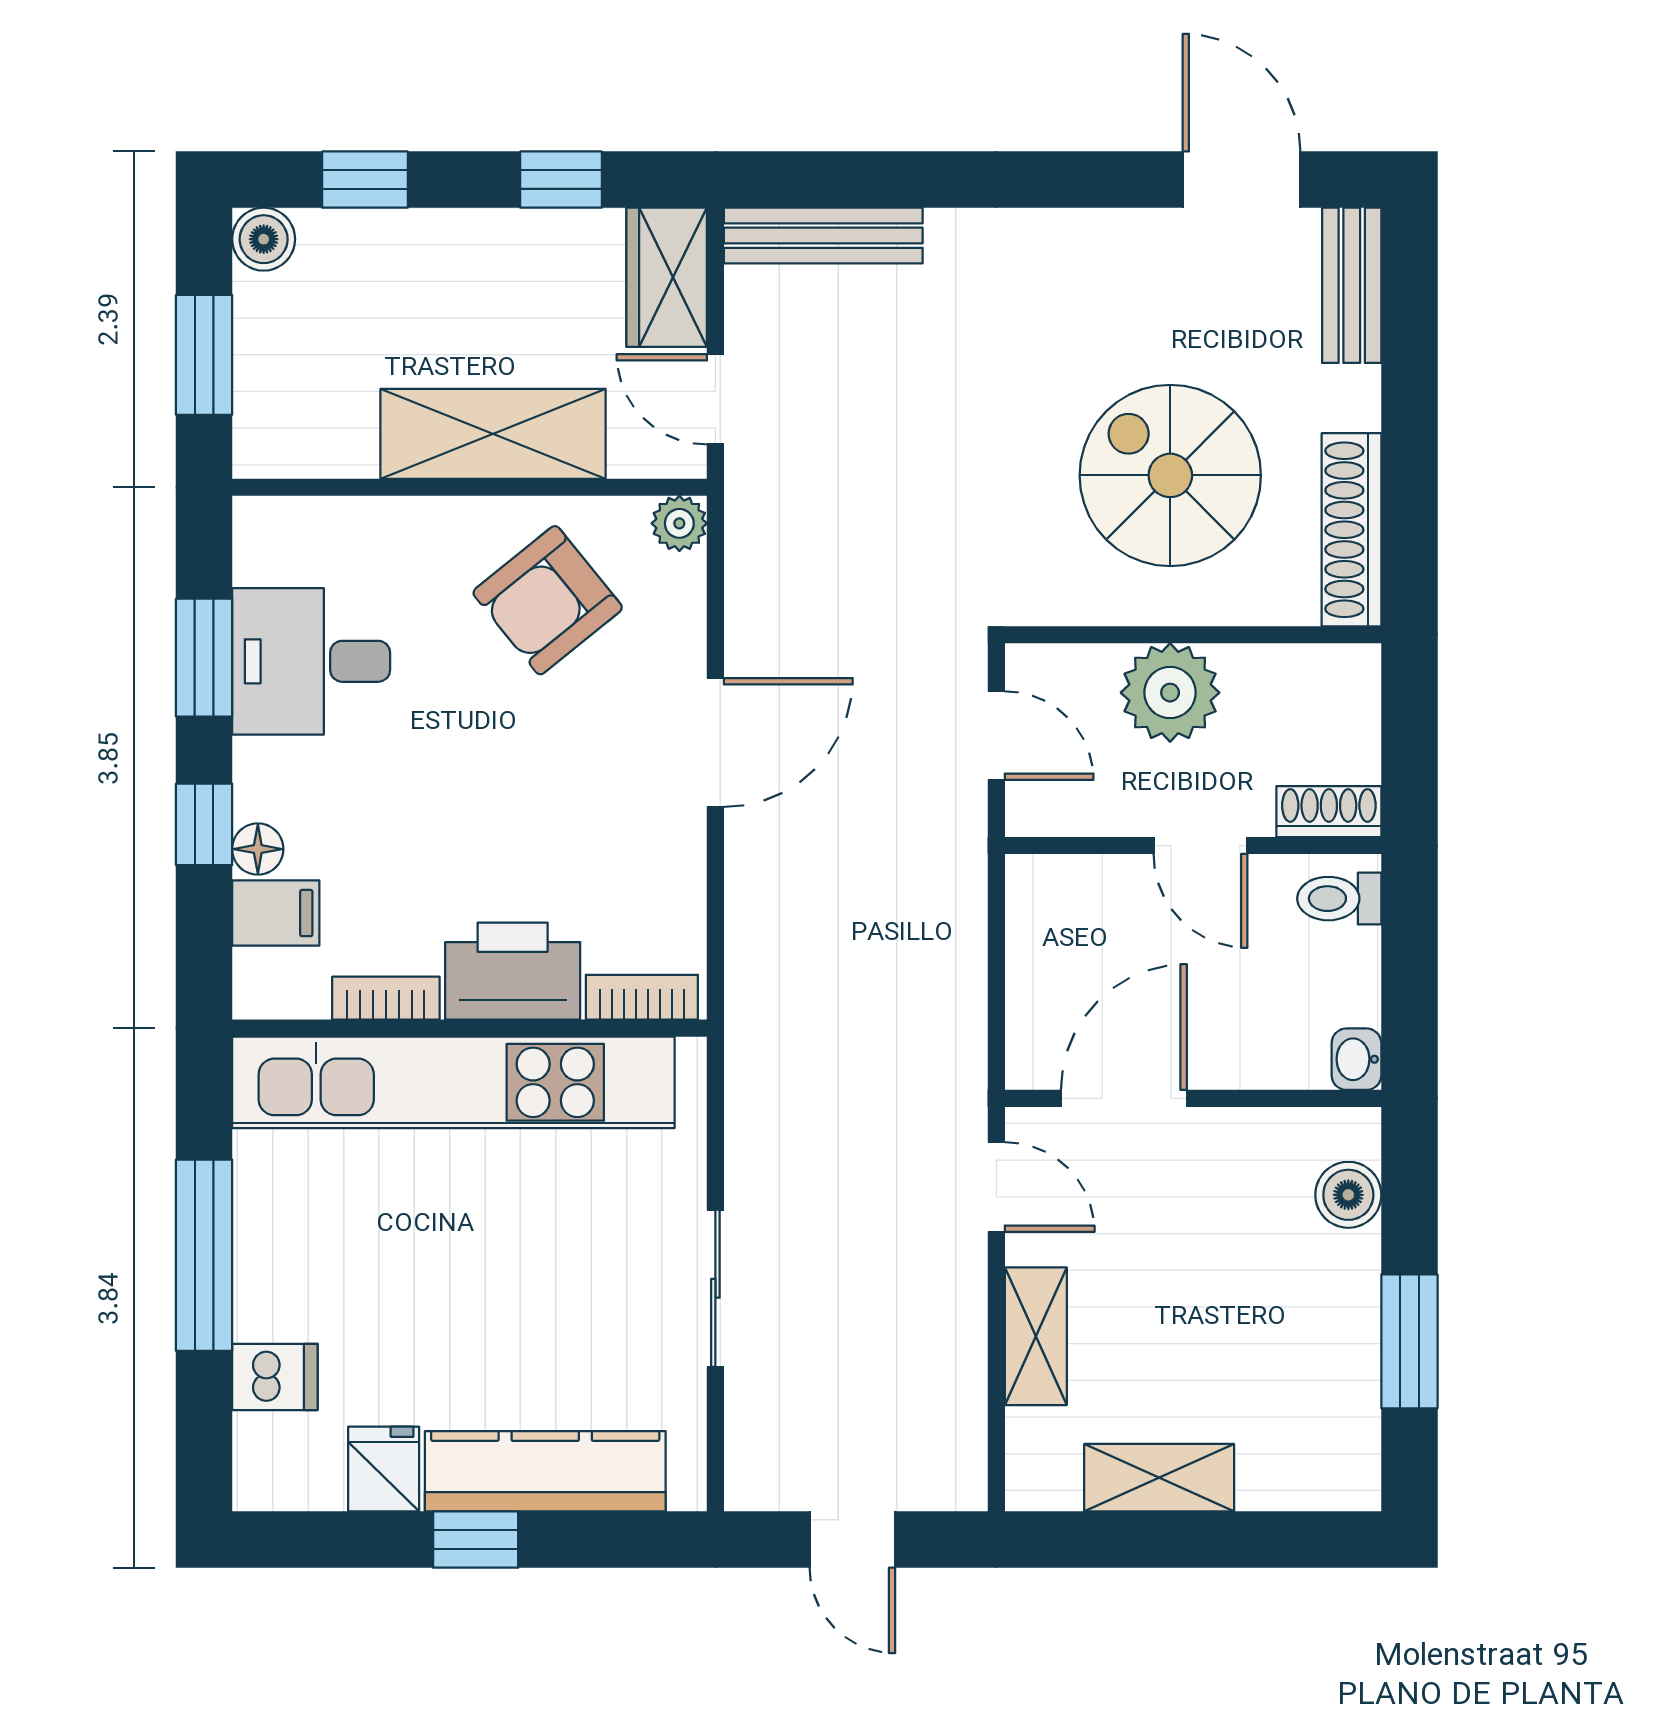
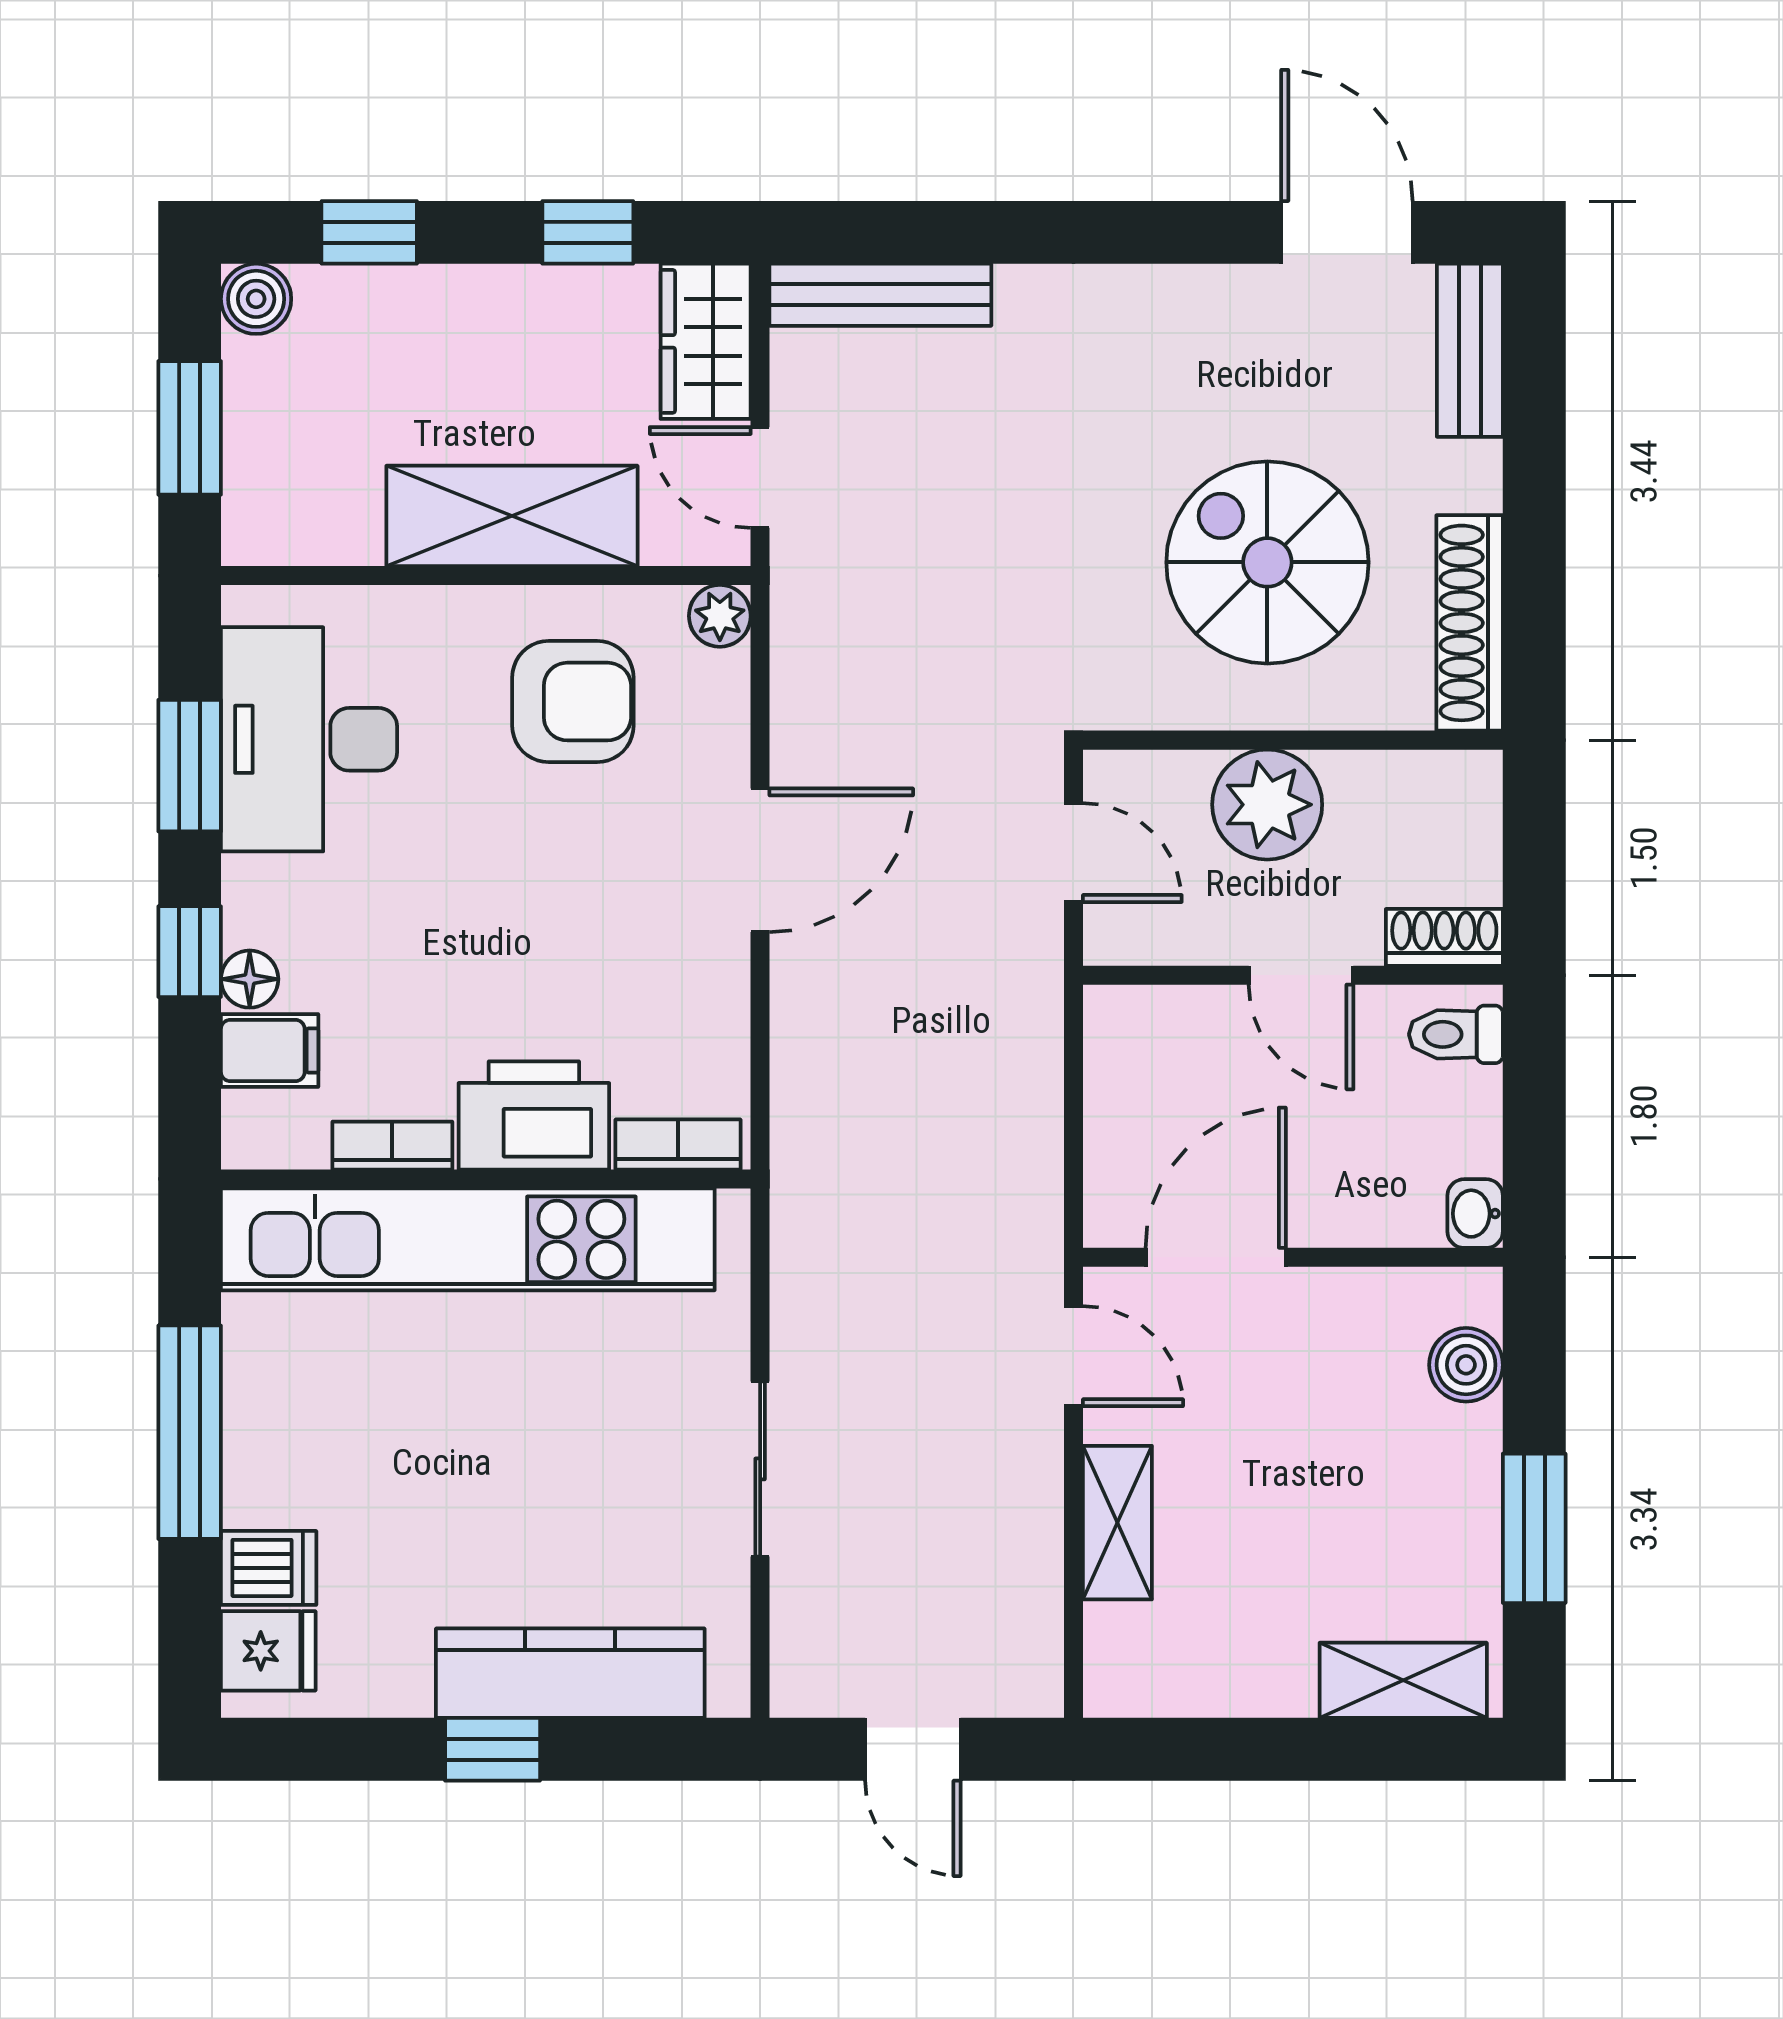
armchair: (548, 600) -> (573, 702), turned -141
desk: (311, 661) -> (309, 739), width x1.37
fridge: (384, 1469) -> (268, 1651), moved, turned 90
shelving: (1159, 1478) -> (1403, 1680), moved

